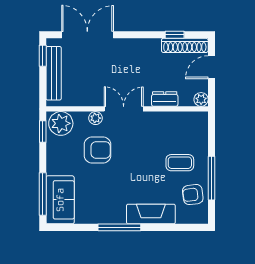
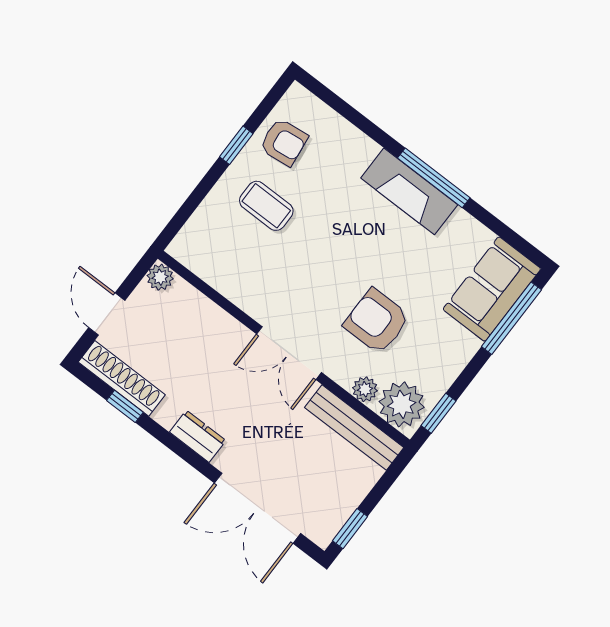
door: (211, 67) -> (107, 314), swing flipped
bench: (54, 73) -> (354, 428), moved, turned 90
dresser: (165, 99) -> (198, 436), moved, turned 180
plant: (96, 118) -> (365, 389), moved
window: (211, 178) -> (236, 145), width x0.46
fireplace: (151, 214) -> (409, 191), moved

